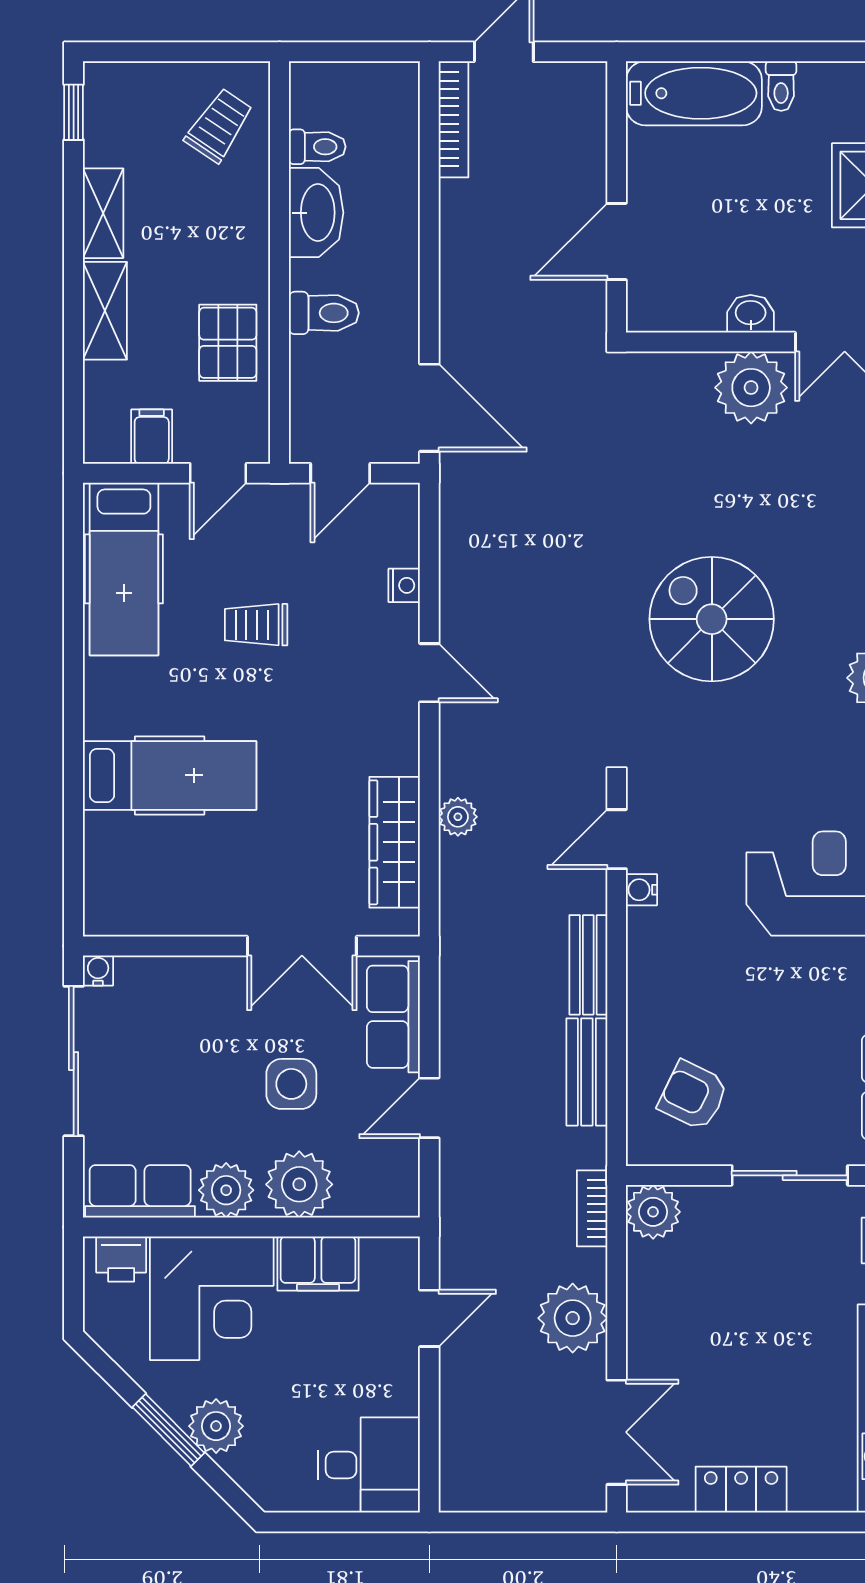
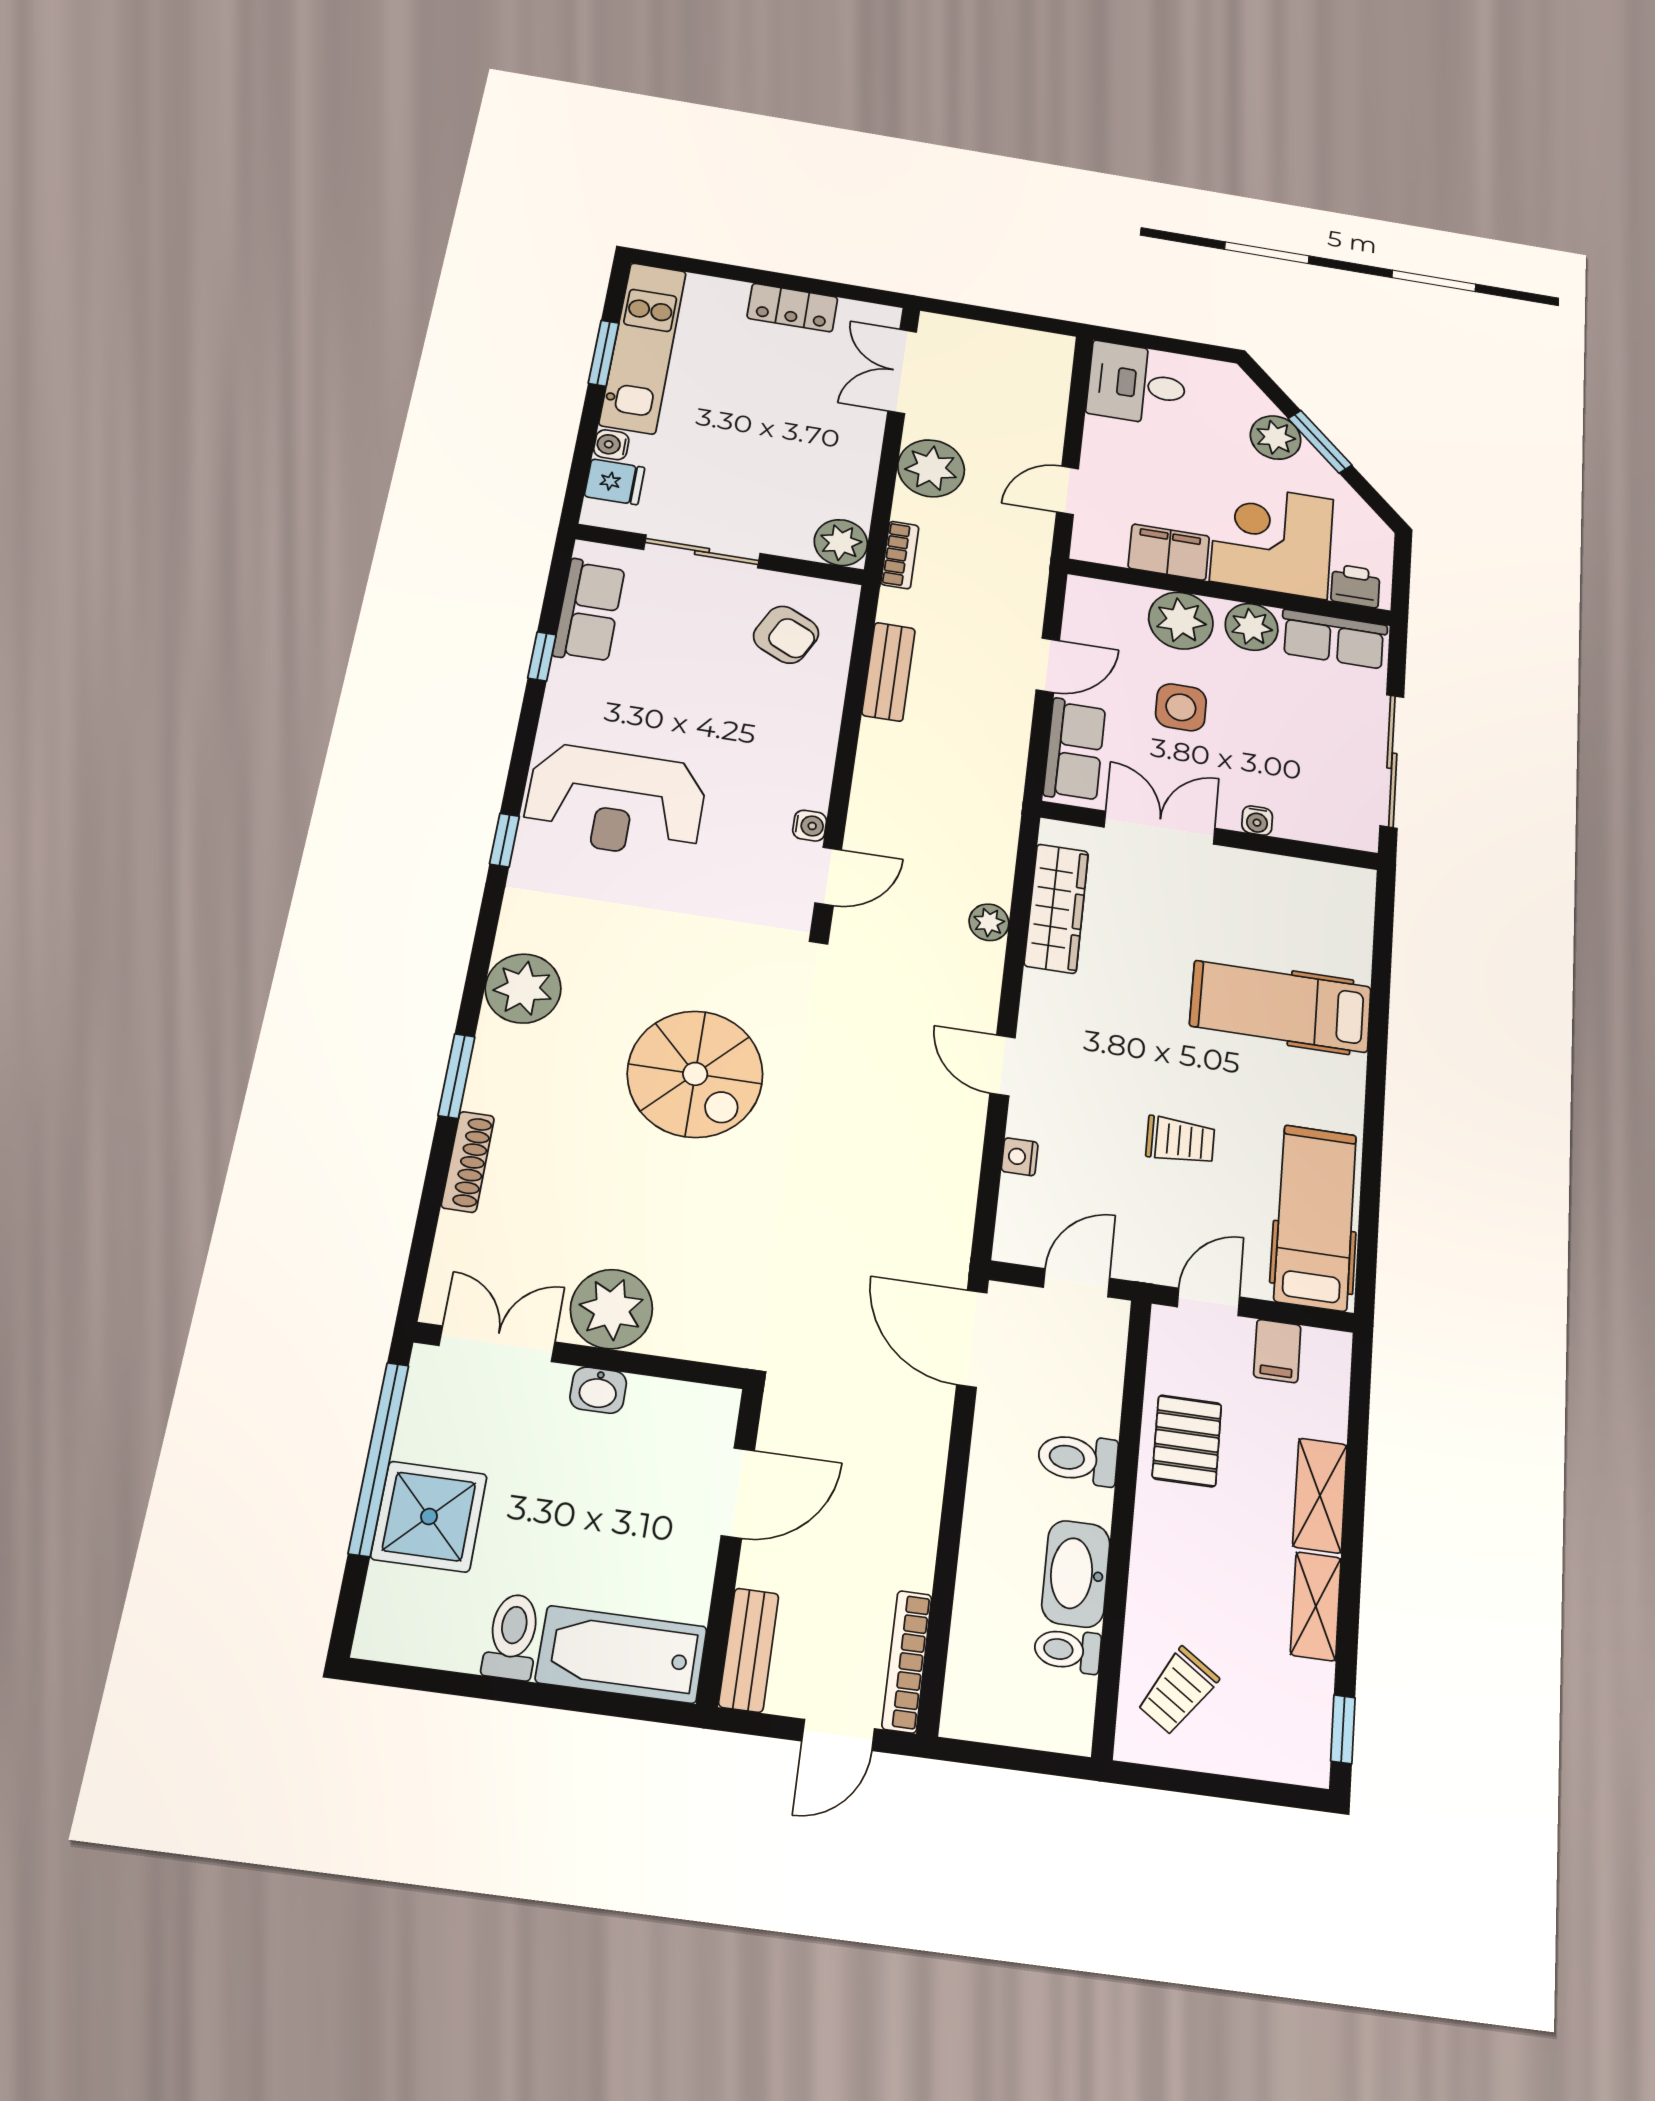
toilet: (781, 86) -> (512, 1637), width x1.37, depth x1.39
bench: (588, 965) -> (749, 1650), moved
water cooler: (98, 970) -> (1257, 821), moved

